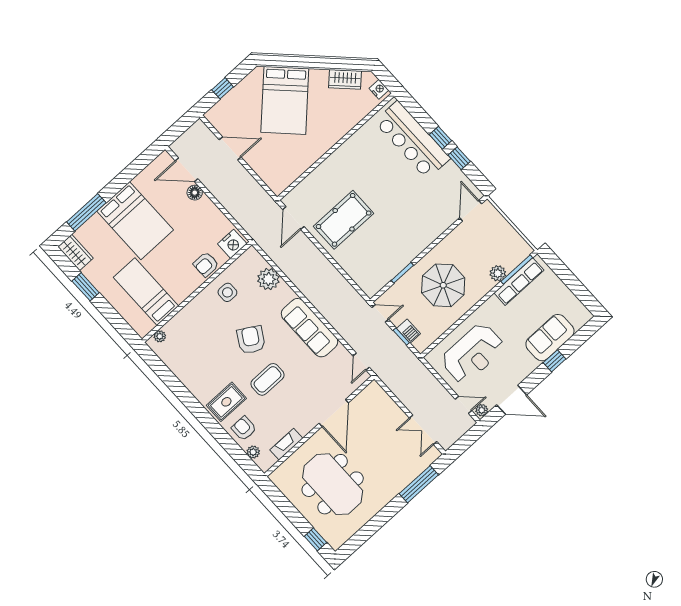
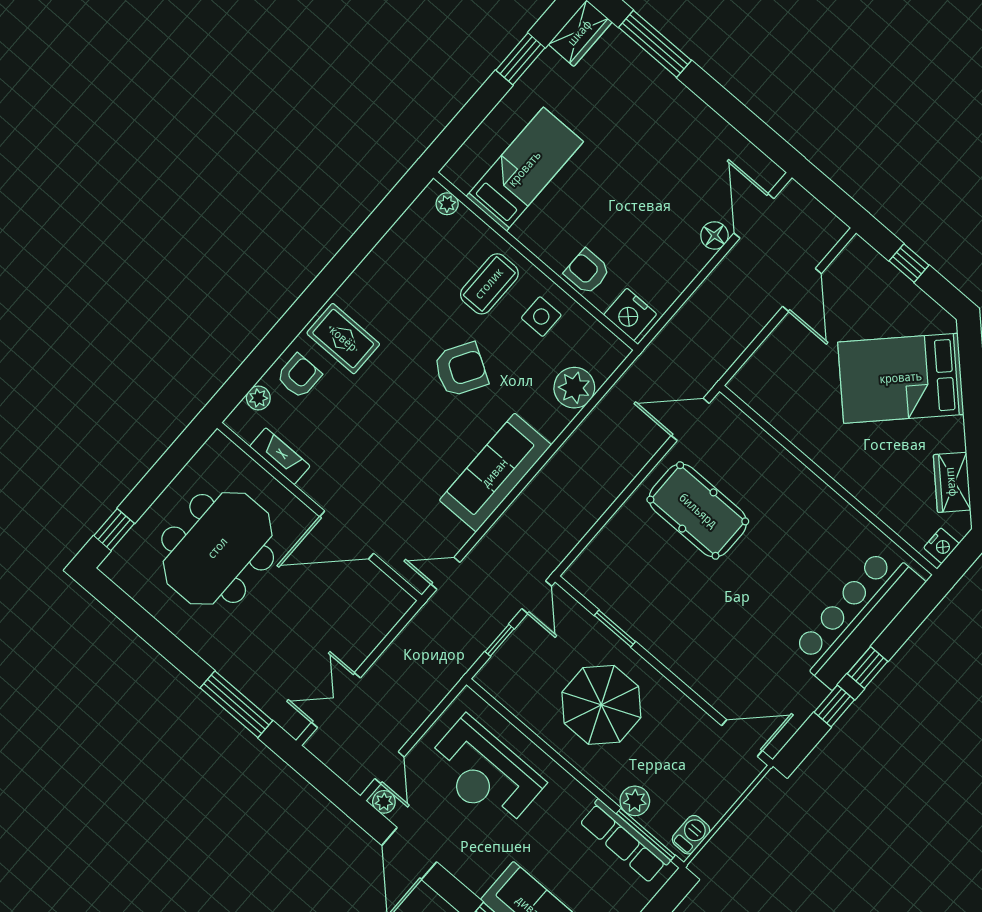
bed: (135, 221) -> (651, 134), removed
barbecue: (409, 331) -> (691, 835), moved, turned 180
coffee table: (267, 379) -> (489, 284), moved, turned 90

